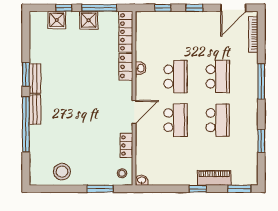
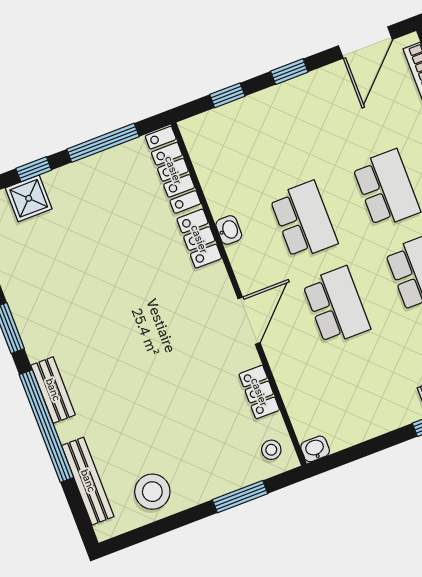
shower: (89, 20) -> (91, 175), removed
bench: (35, 79) -> (88, 481), moved, width x1.36

